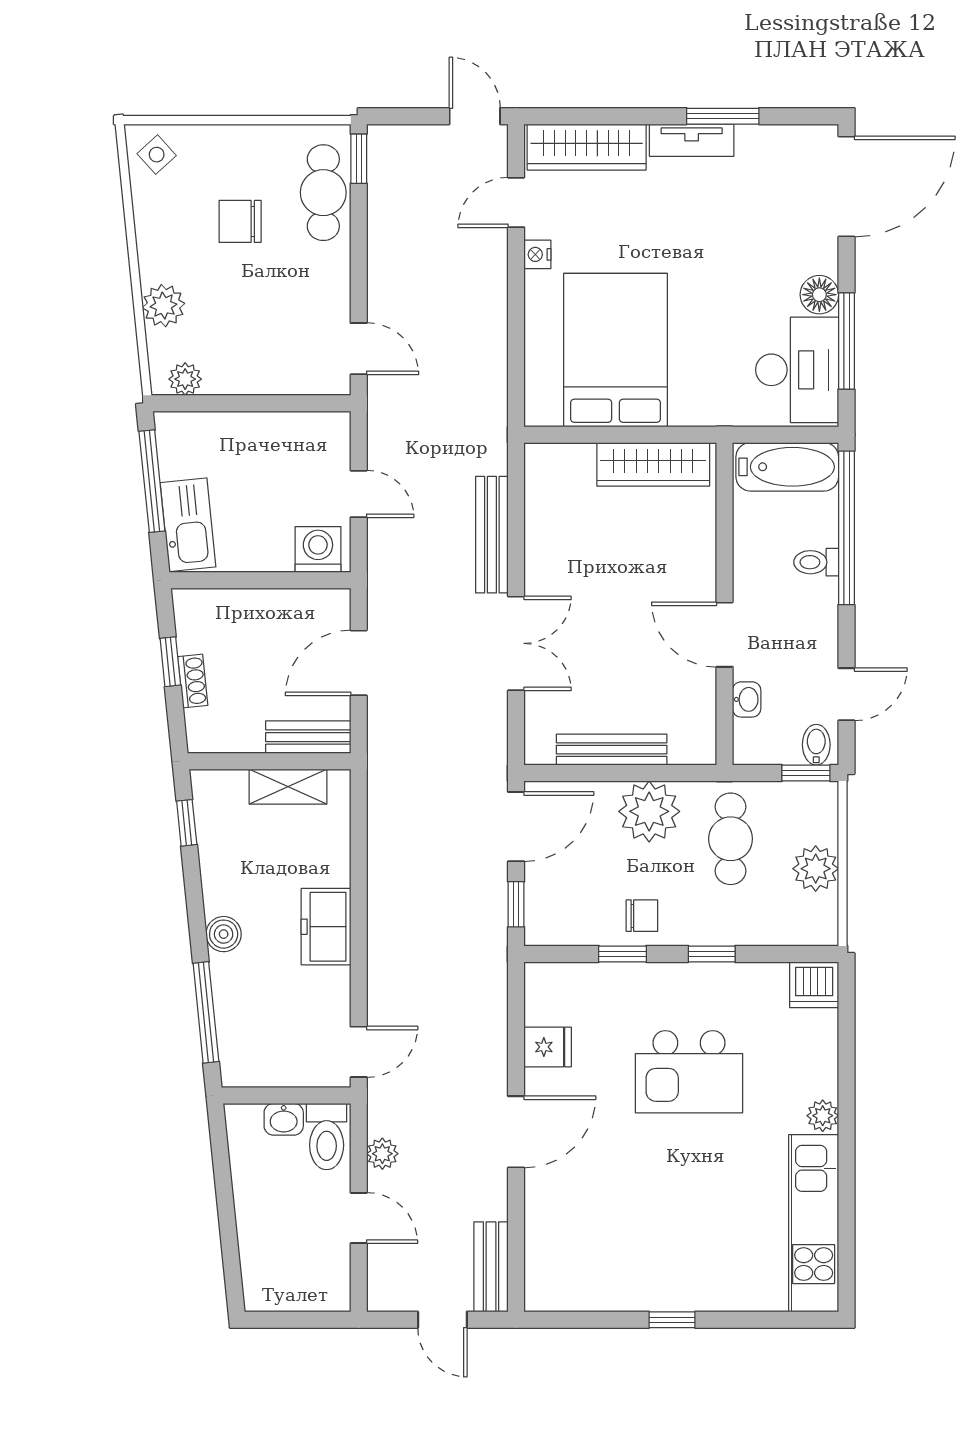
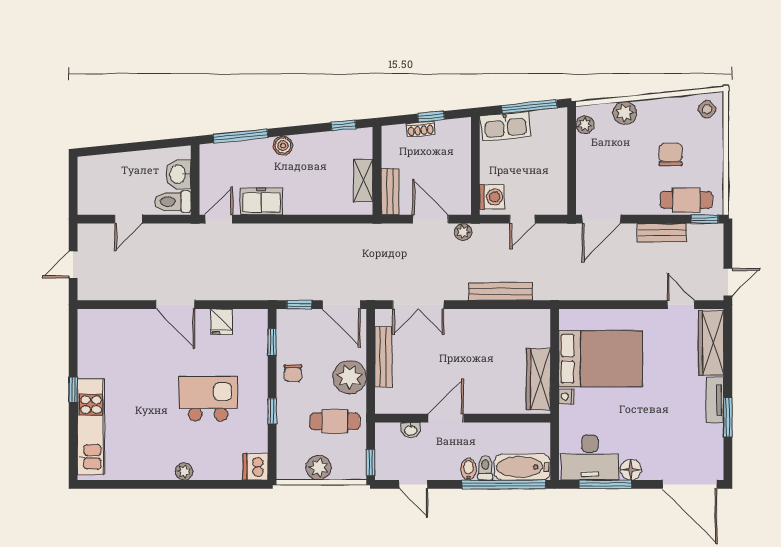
nightstand: (537, 254) -> (566, 396), moved, turned -90
door: (359, 349) -> (601, 219), width x1.38
bathtub: (787, 467) -> (522, 467), moved, turned 90
double door: (516, 643) -> (418, 305), moved
bidet: (816, 745) -> (468, 469), moved, turned -90
freezer: (326, 927) -> (261, 201), moved
window: (622, 954) -> (272, 342), moved
door: (359, 1052) -> (219, 219), swing flipped
kitchen island: (689, 1072) -> (208, 399), turned 90
washbasin: (284, 1119) -> (178, 174), width x1.38, depth x1.45
plant: (382, 1154) -> (463, 232), moved
kitchen unit: (814, 1223) -> (91, 427), moved, turned 90
bench: (491, 1267) -> (662, 233), moved

